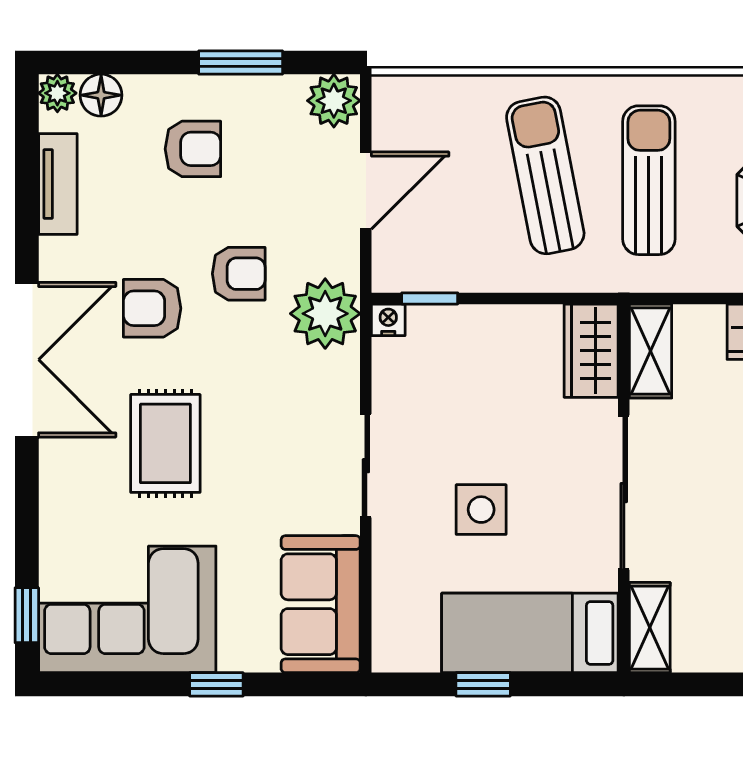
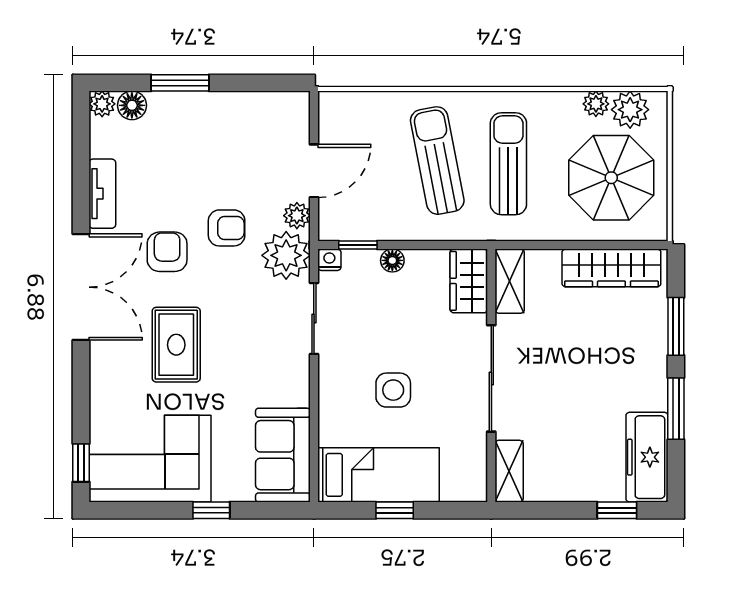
window: (241, 62) -> (180, 83), moved
plant: (334, 101) -> (297, 216), moved, width x0.73, depth x0.73
armchair: (193, 149) -> (195, 142), removed
tv unit: (58, 184) -> (102, 194), moved
armchair: (152, 308) -> (167, 252), turned 90
floor lamp: (480, 321) -> (392, 260), added
sliding door: (366, 466) -> (314, 318), moved
bed: (530, 633) -> (379, 475), moved, turned 180

